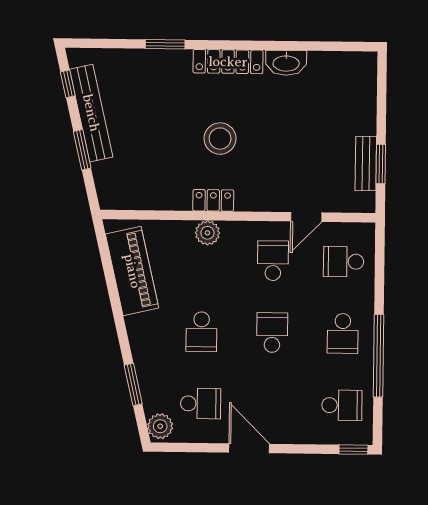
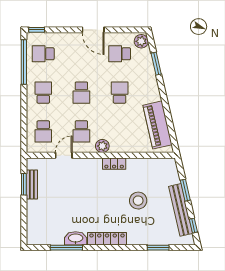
window: (165, 44) -> (158, 248), moved
window: (303, 46) -> (66, 248), added
stool: (220, 139) -> (138, 201), moved
plant: (207, 233) -> (102, 146), moved
school desk: (344, 262) -> (43, 131), turned 90
window: (378, 356) -> (24, 62), moved

